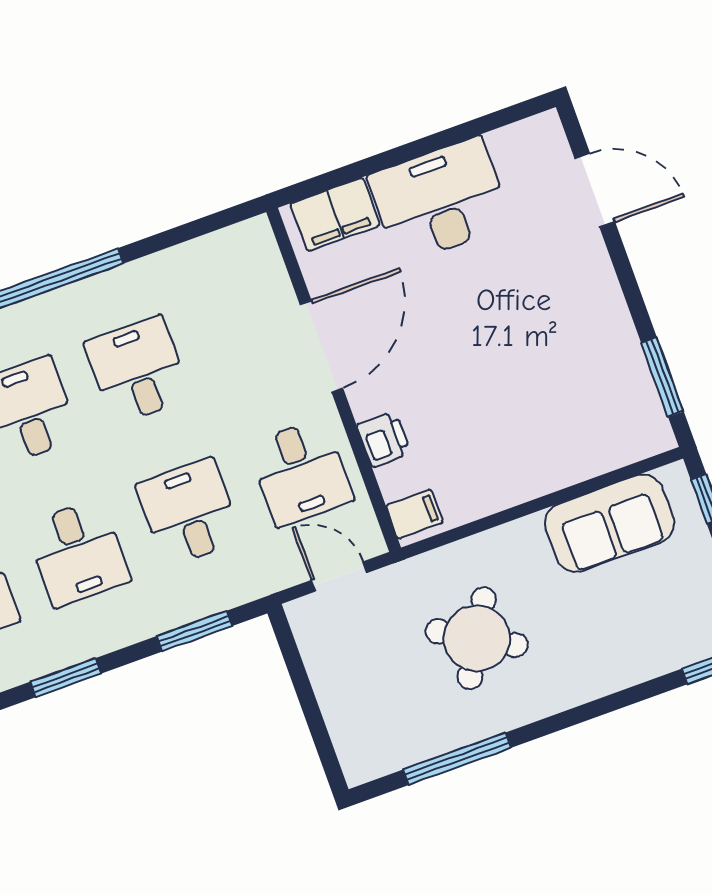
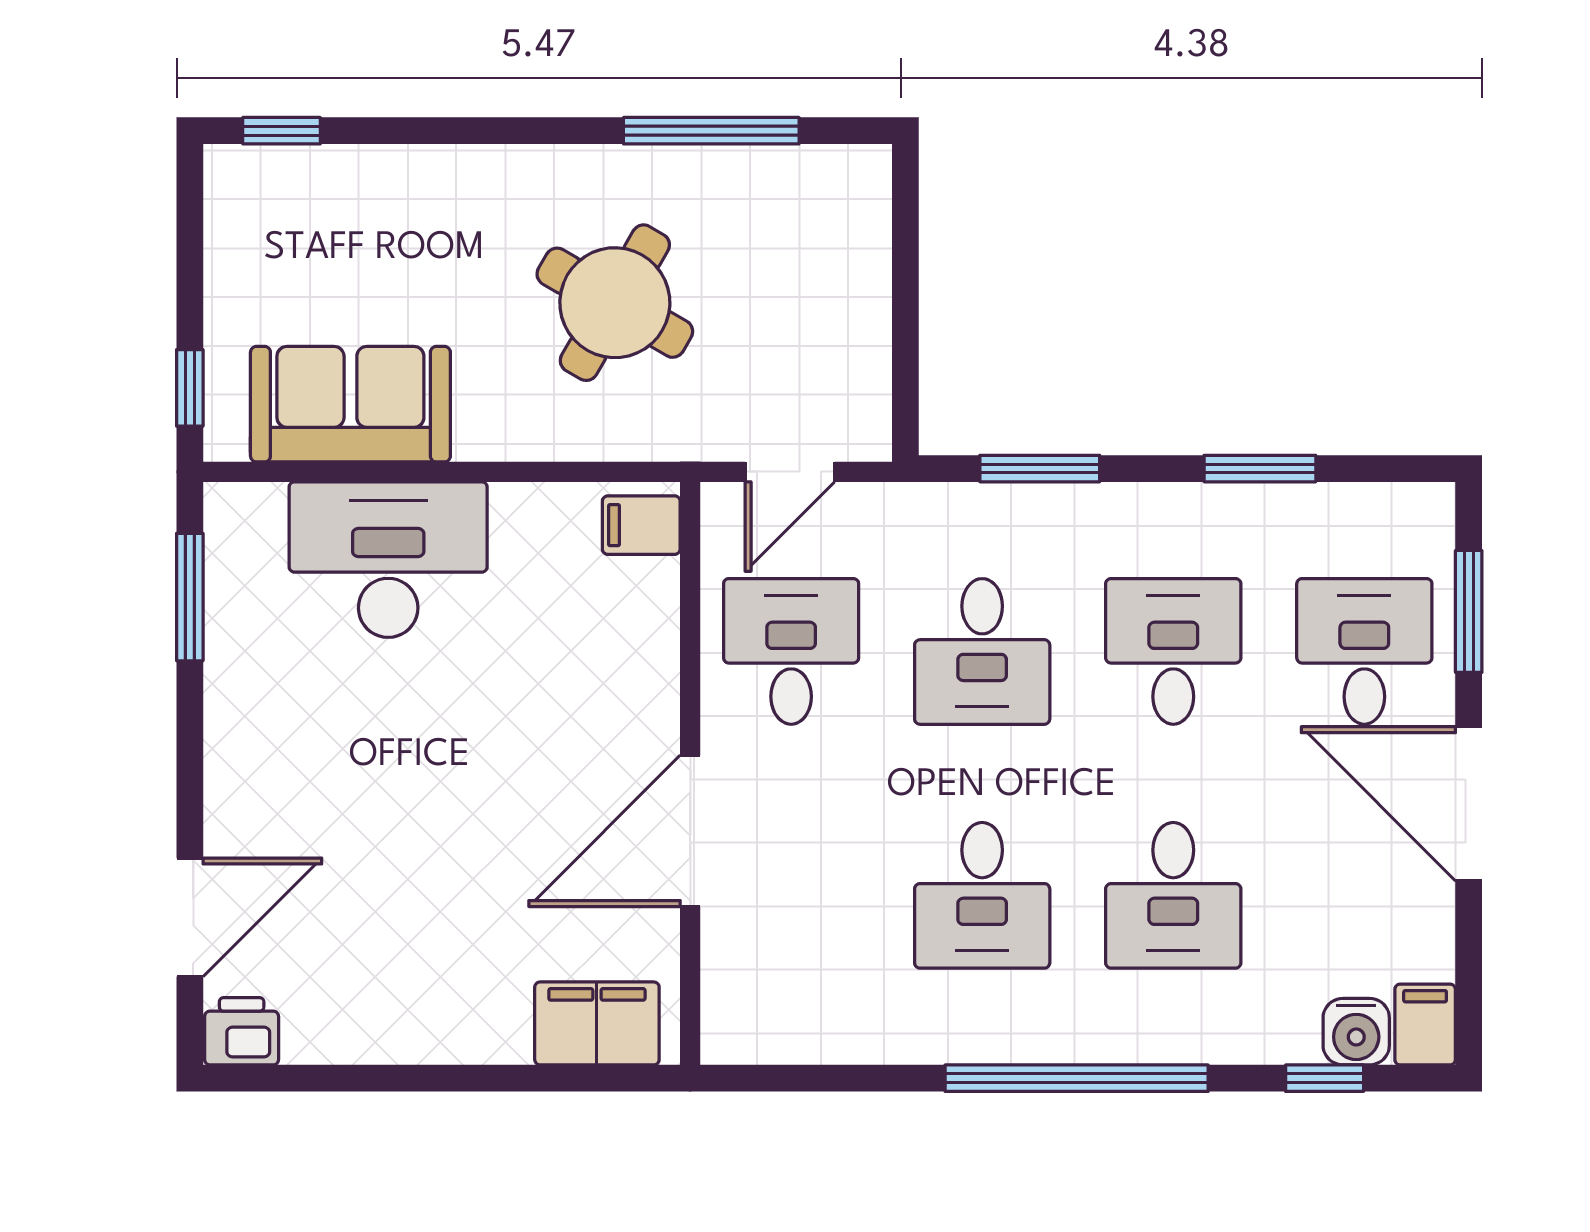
door: (595, 190) -> (190, 917), swing flipped
desk: (440, 200) -> (388, 560), moved, turned 180
printer: (384, 439) -> (242, 1031), moved, turned 90
door: (339, 576) -> (790, 472), hinge flipped

